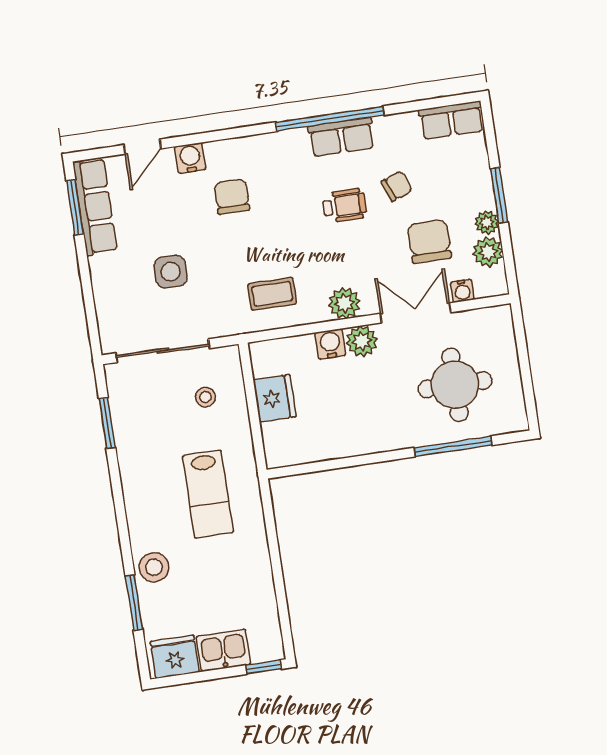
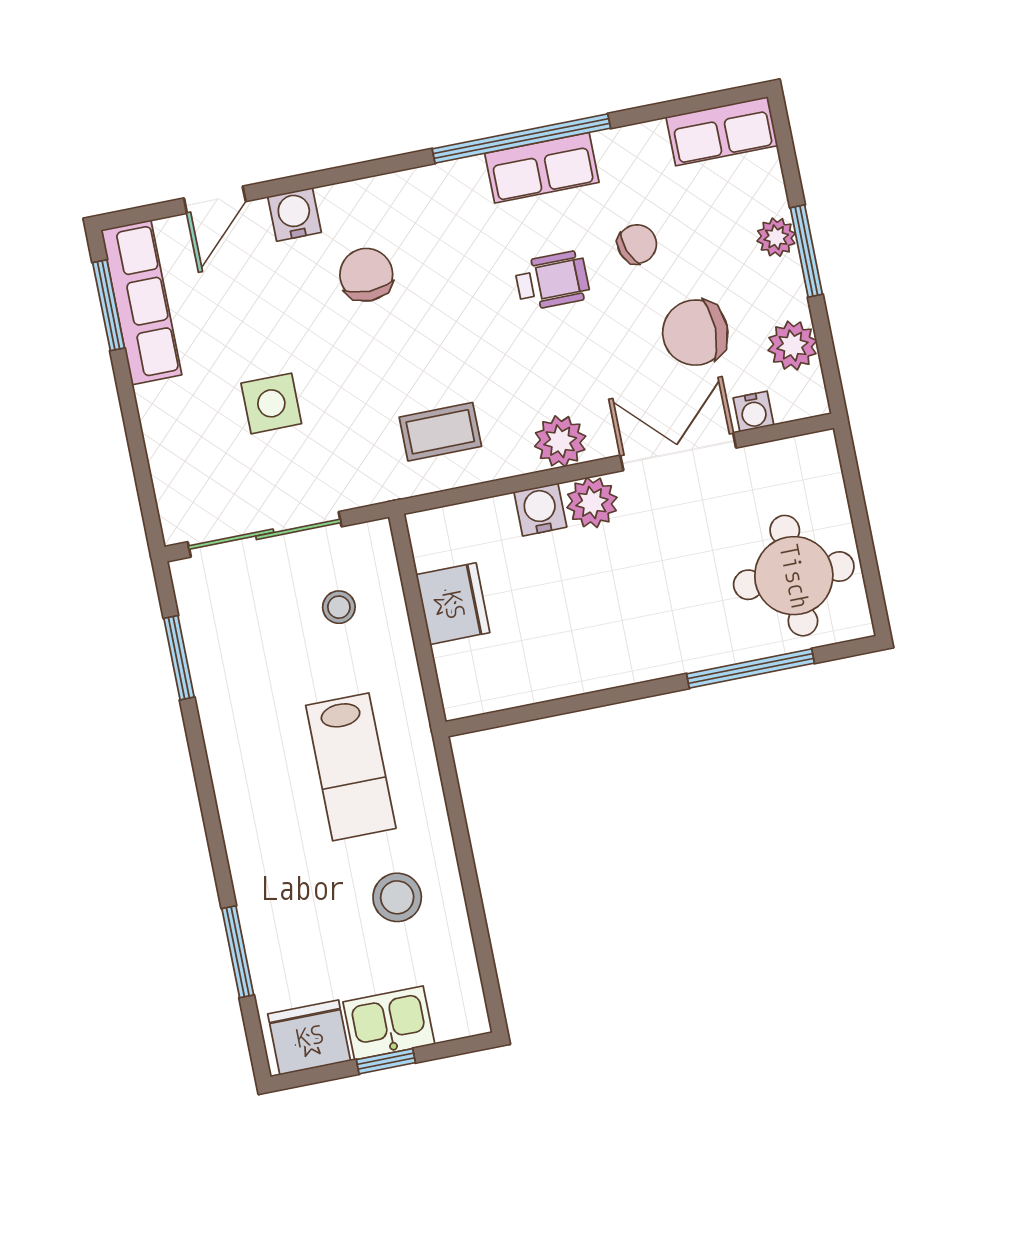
plant: (487, 223) -> (776, 237), moved
chair: (429, 241) -> (695, 333), turned -90
round table: (455, 385) -> (794, 576), moved
stool: (154, 567) -> (397, 897), moved
window: (264, 667) -> (386, 1061), moved

